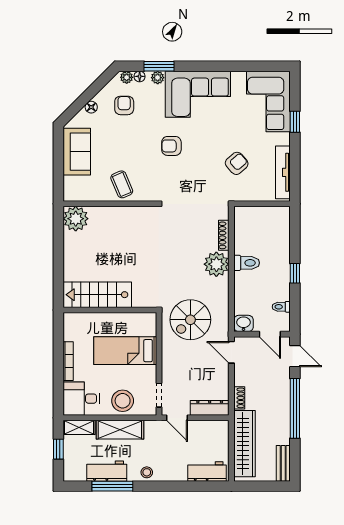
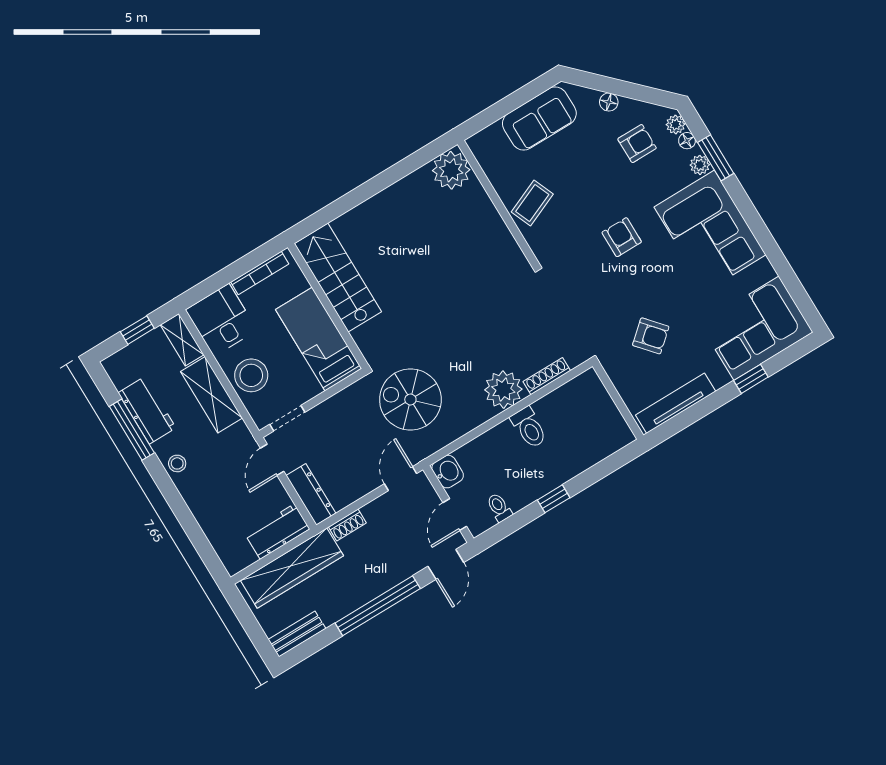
stairs: (97, 295) -> (338, 278), moved
wall: (110, 310) -> (328, 306), moved
workbench: (207, 471) -> (277, 532), moved, turned -90

